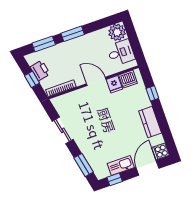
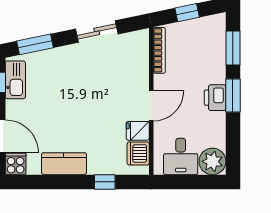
printer: (40, 71) -> (215, 98), moved, turned 102
kitchen sink: (121, 166) -> (15, 80), moved

